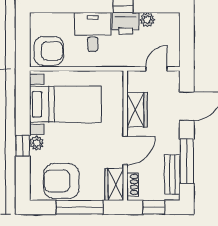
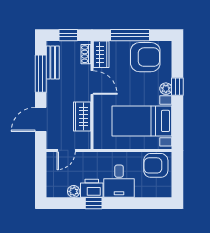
door: (125, 150) -> (92, 83), swing flipped

